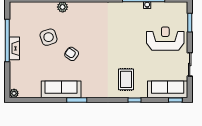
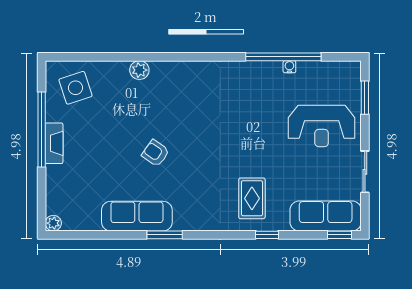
side table: (49, 37) -> (75, 88), moved
reception desk: (165, 39) -> (322, 126), turned 180

